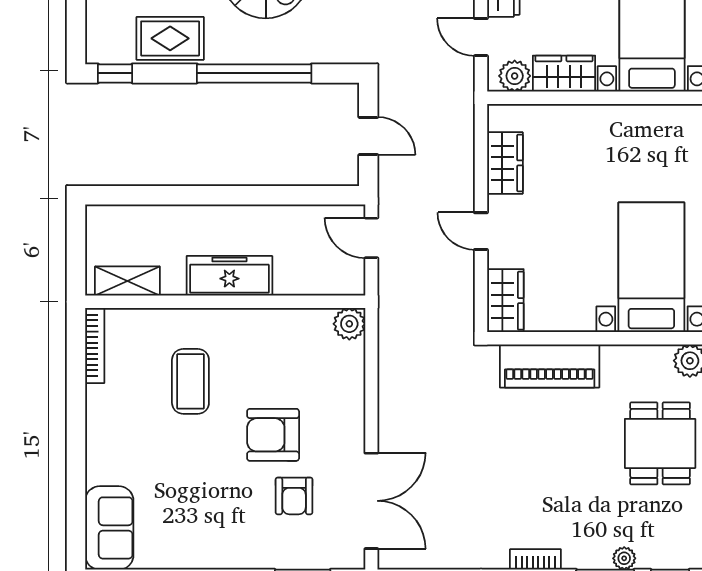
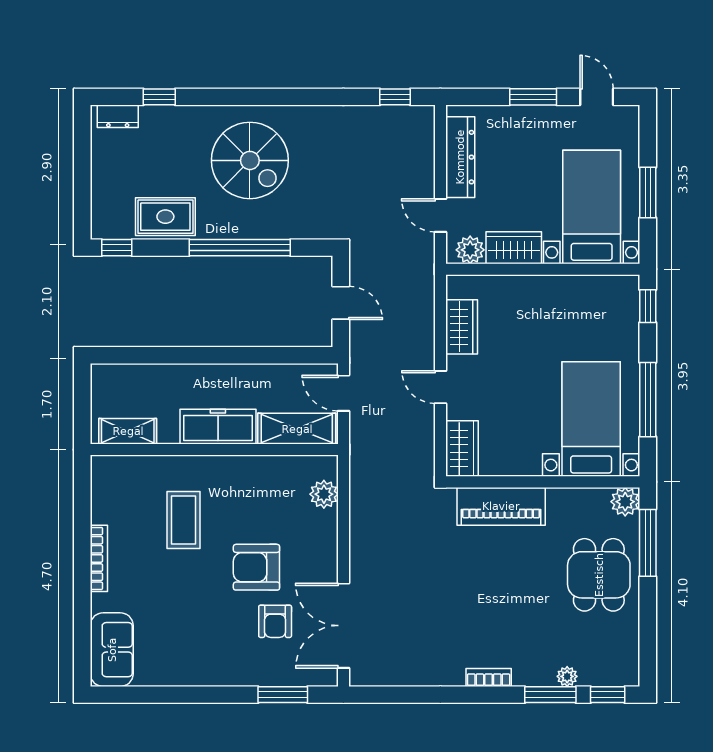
shelving: (319, 278) -> (297, 429), added
plant: (349, 324) -> (324, 494), moved
bookcase: (95, 345) -> (99, 558), moved
double door: (371, 501) -> (343, 626), swing flipped

